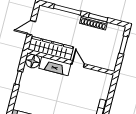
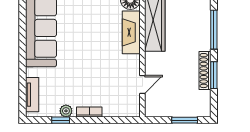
door: (78, 64) -> (142, 84), moved

